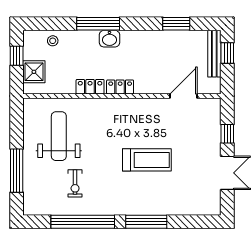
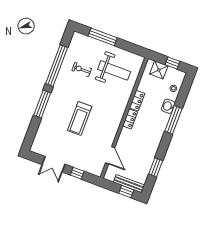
washbasin: (109, 39) -> (168, 106), moved

